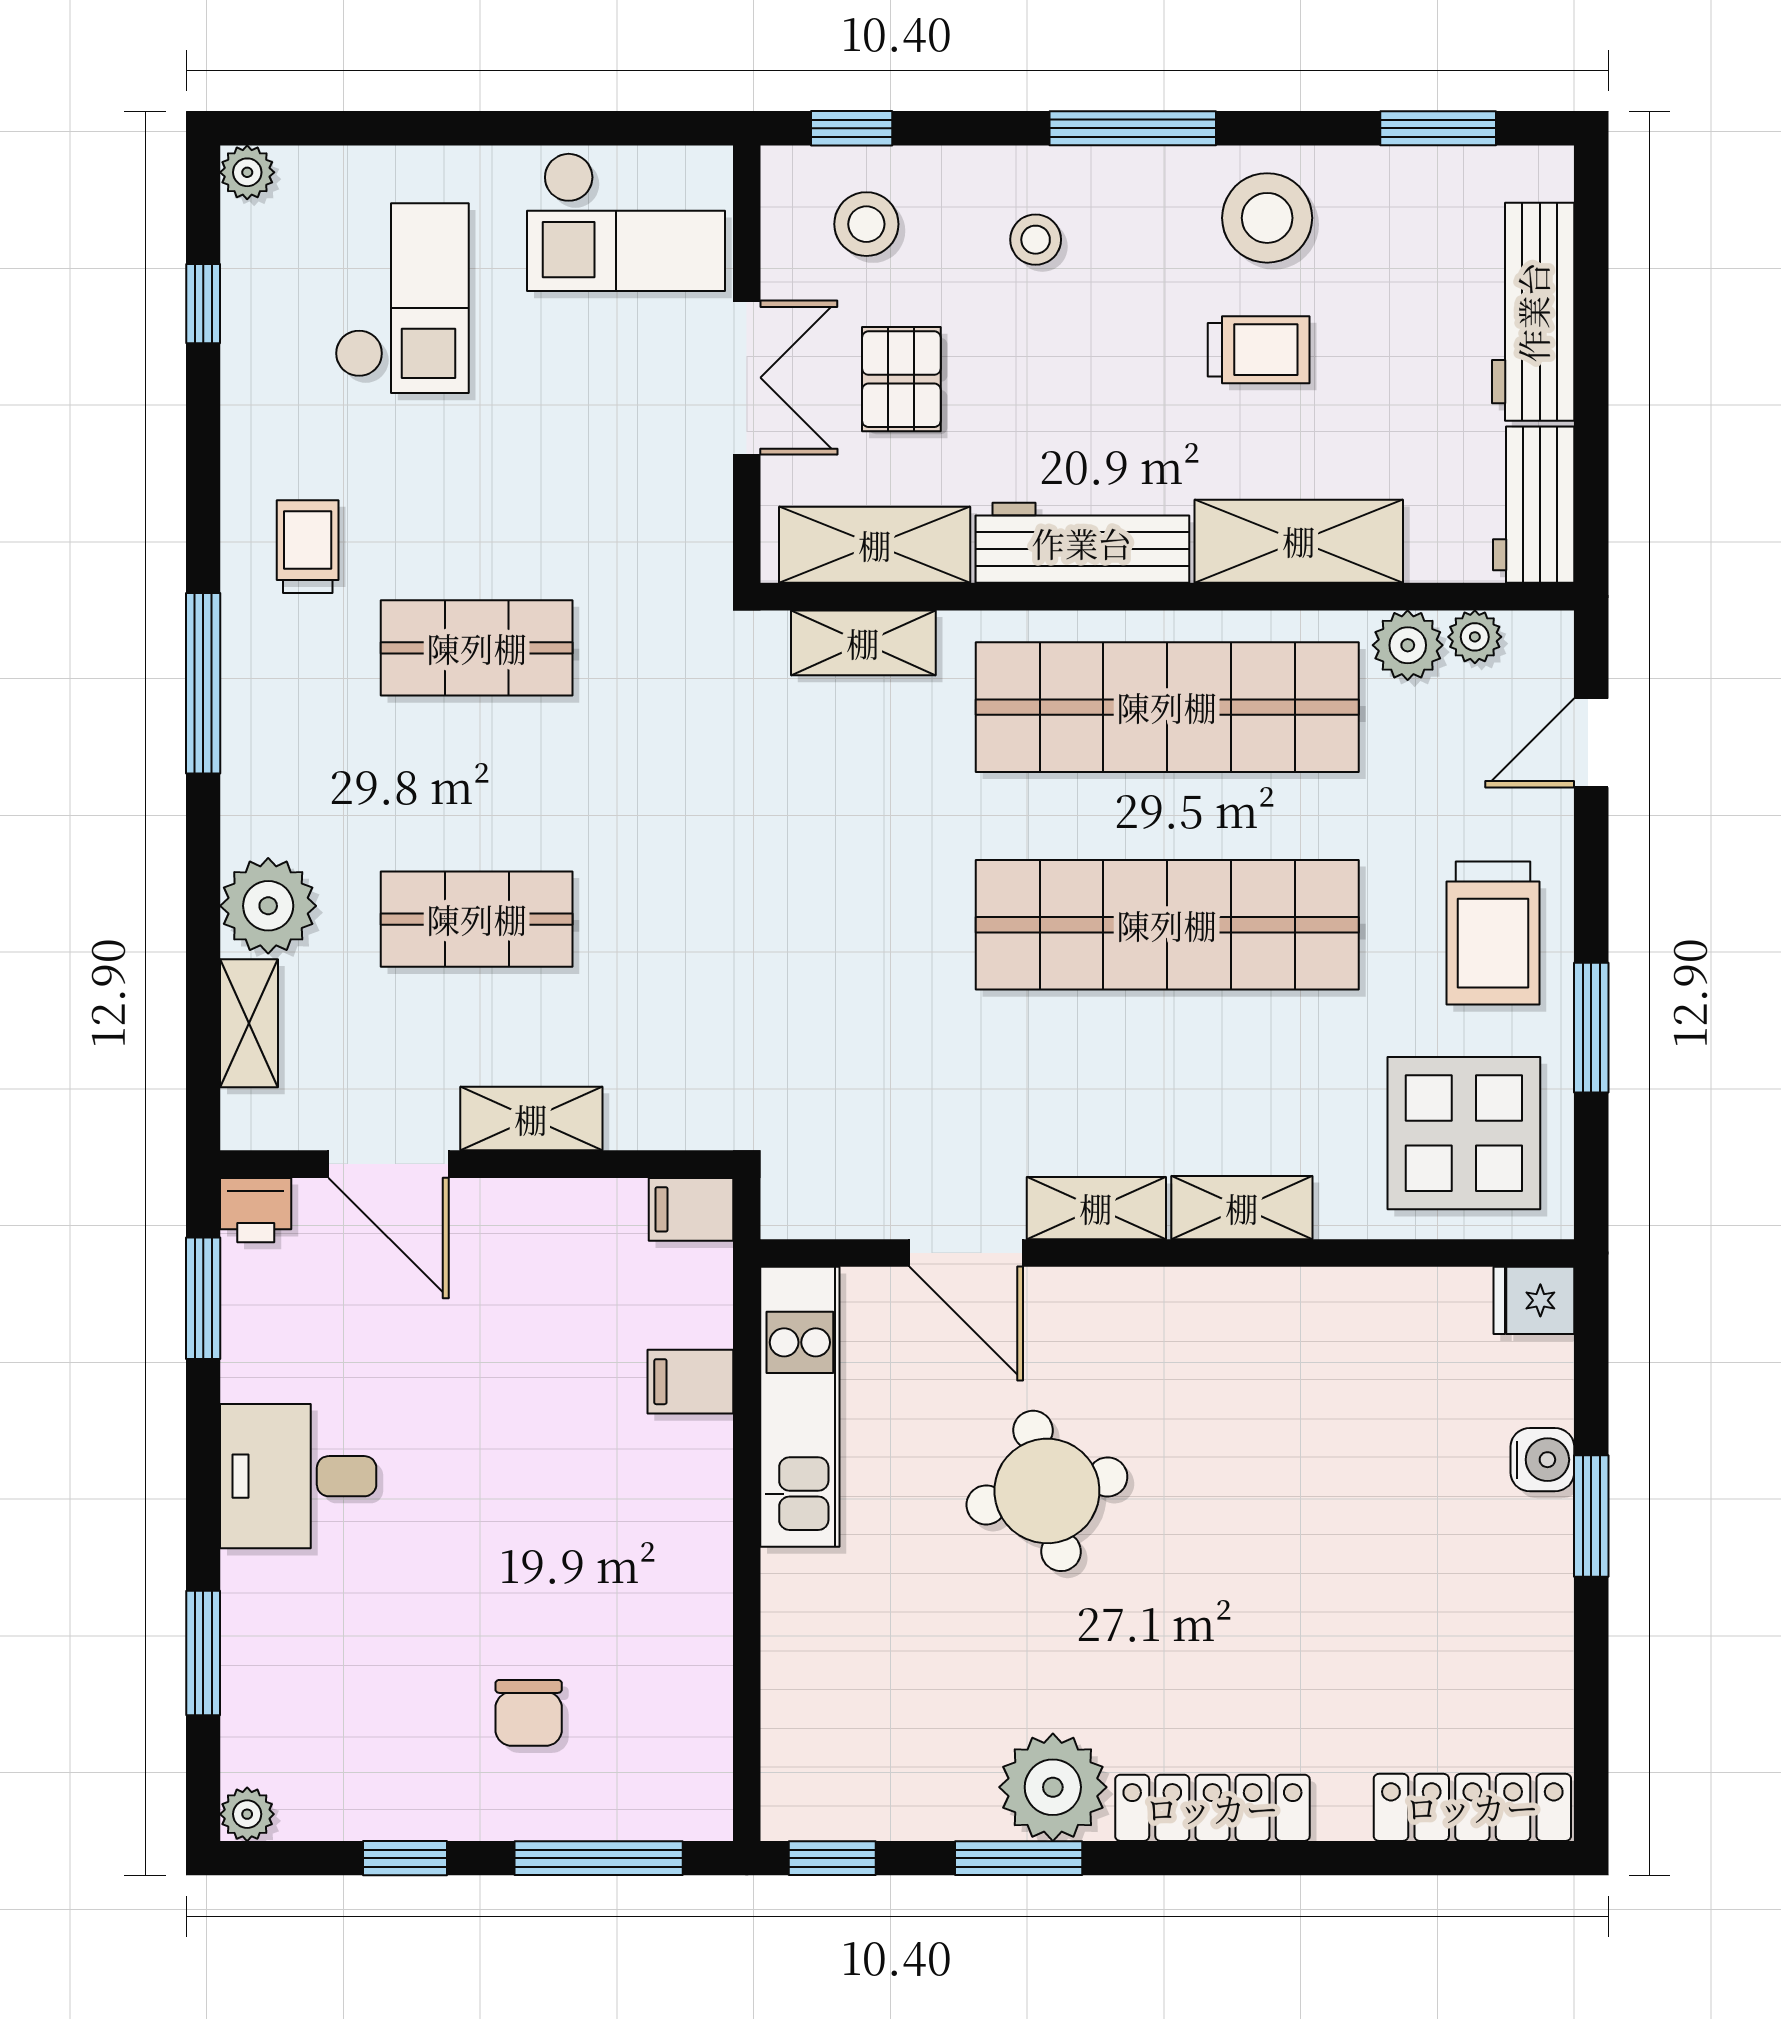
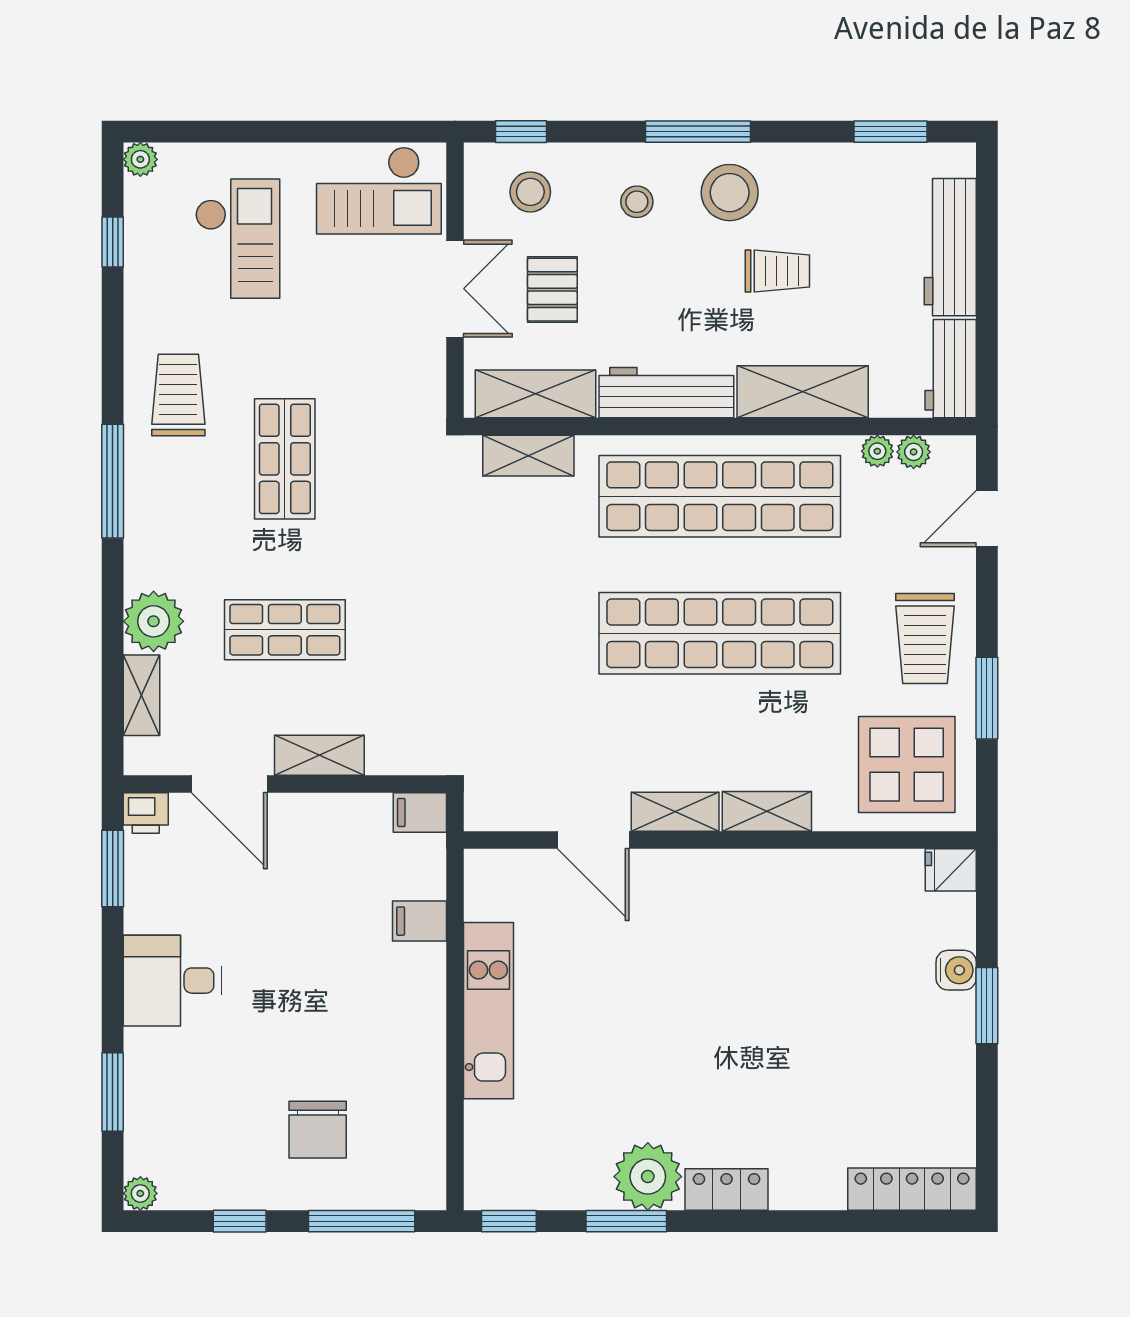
stool: (1267, 218) -> (730, 193), moved
trolley: (308, 547) -> (178, 395), width x1.36, depth x1.39
plant: (1408, 645) -> (877, 451), width x0.73, depth x0.73
shop shelf: (477, 648) -> (285, 459), turned 90
kitchen unit: (800, 1407) -> (488, 1011), moved
round table: (1047, 1491) -> (644, 990), removed
chair: (529, 1713) -> (318, 1130), width x1.37, depth x1.37
locker: (1212, 1808) -> (727, 1189), width x0.66

